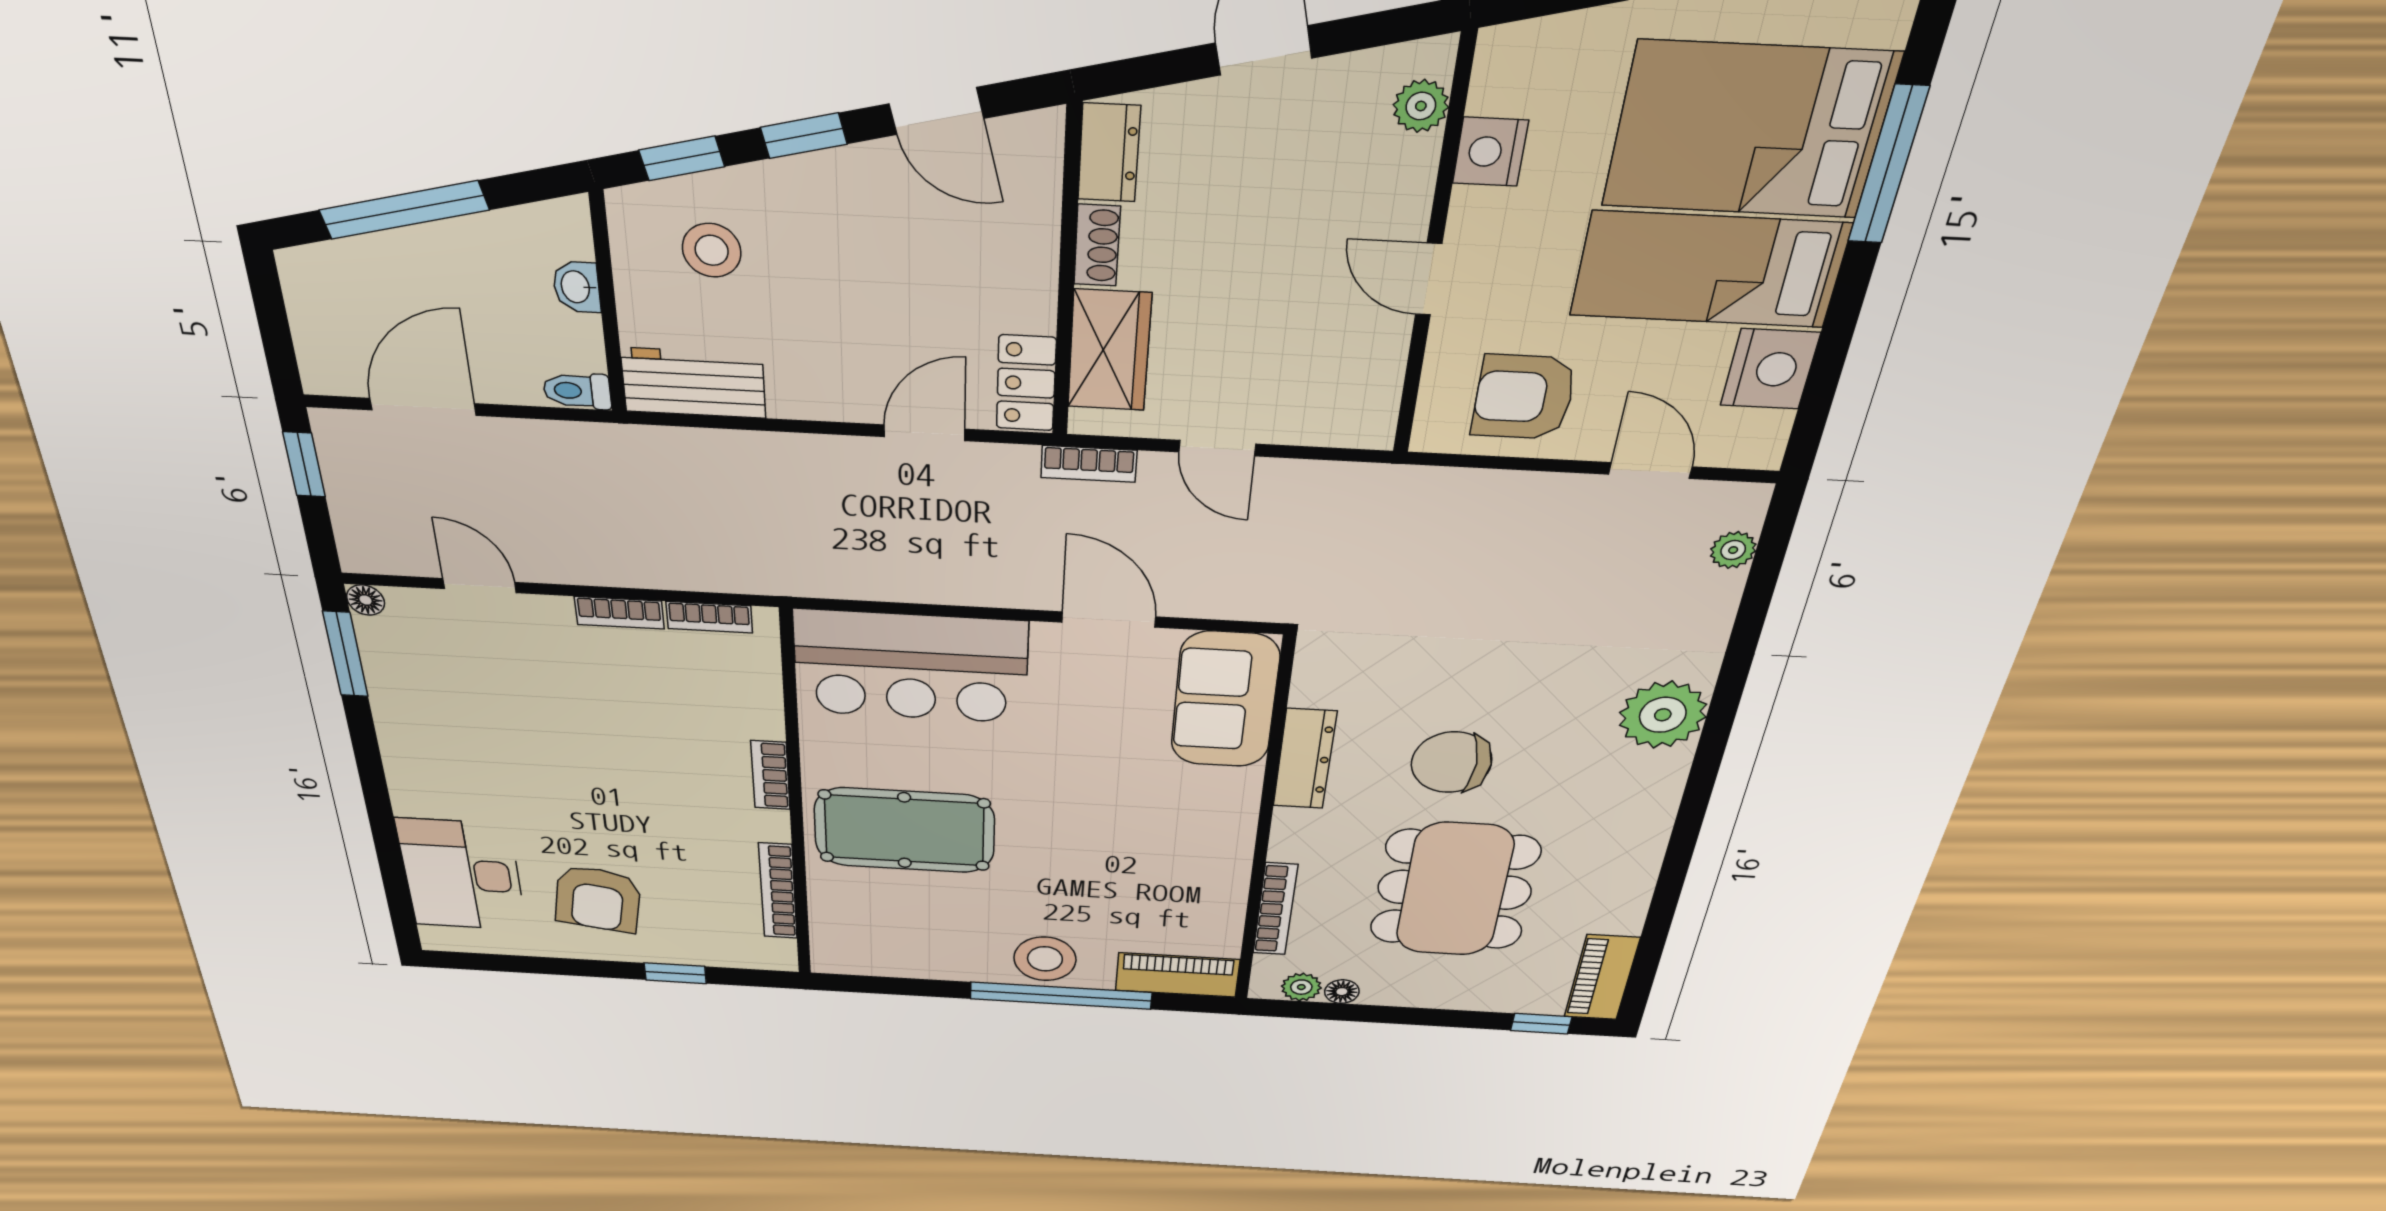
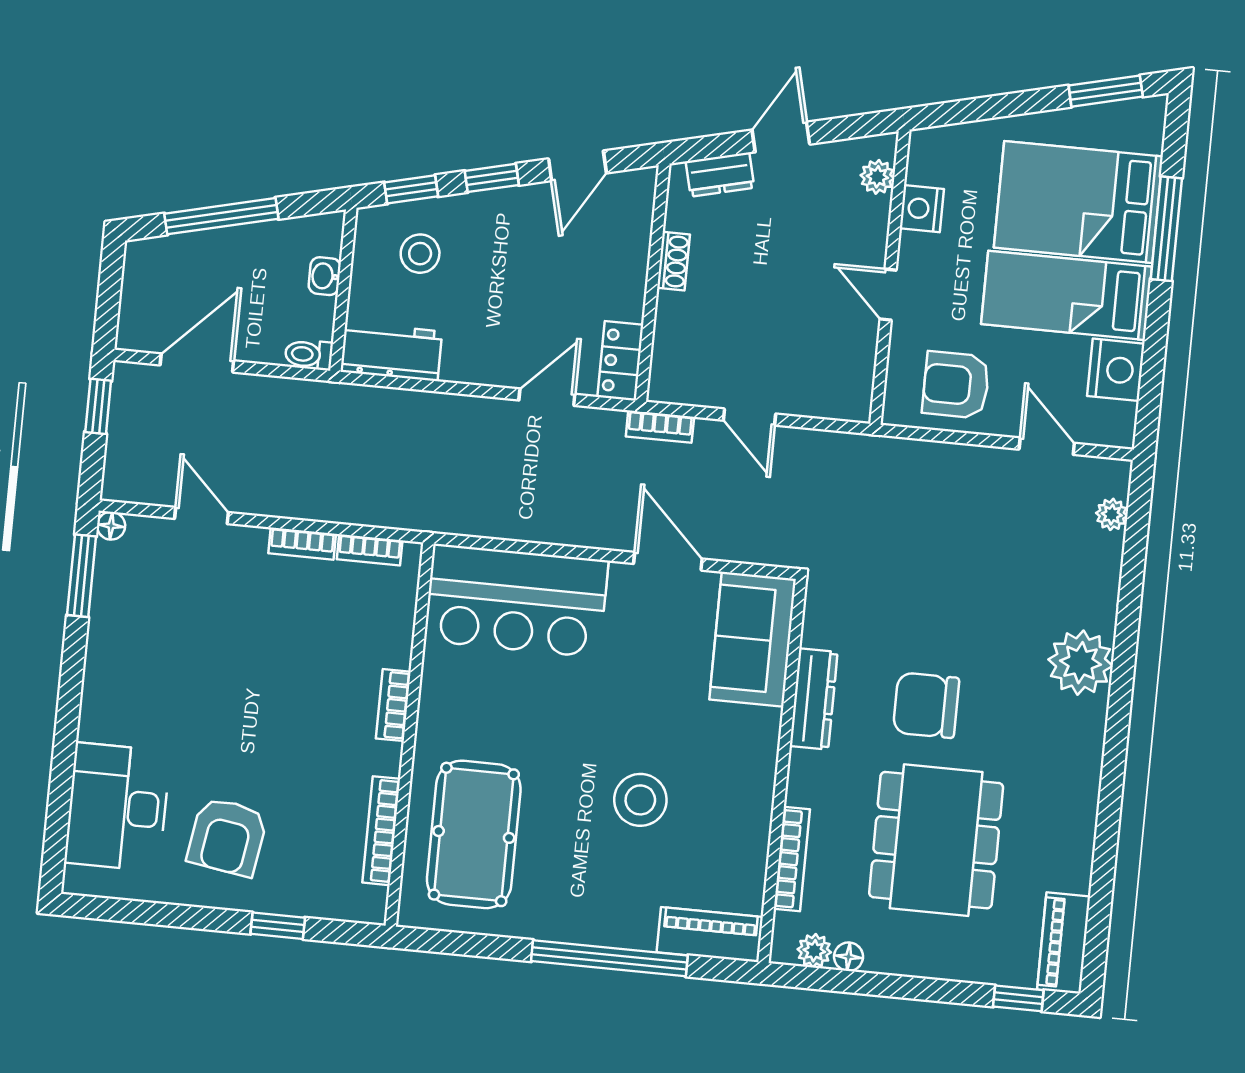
door: (936, 111) -> (577, 166), hinge flipped
dresser: (1109, 153) -> (720, 175), moved, turned 76
wardrobe: (1109, 350) -> (678, 338), removed
pool table: (904, 830) -> (474, 834), moved, turned 90
stool: (1045, 959) -> (640, 800), moved

